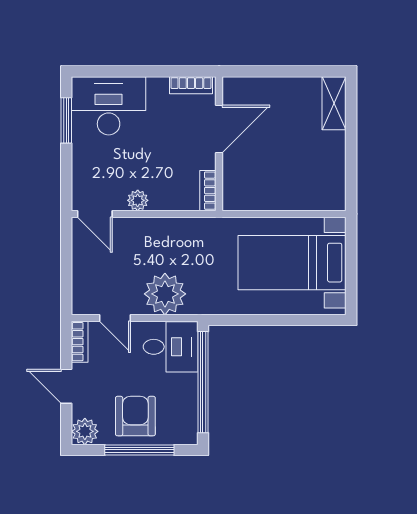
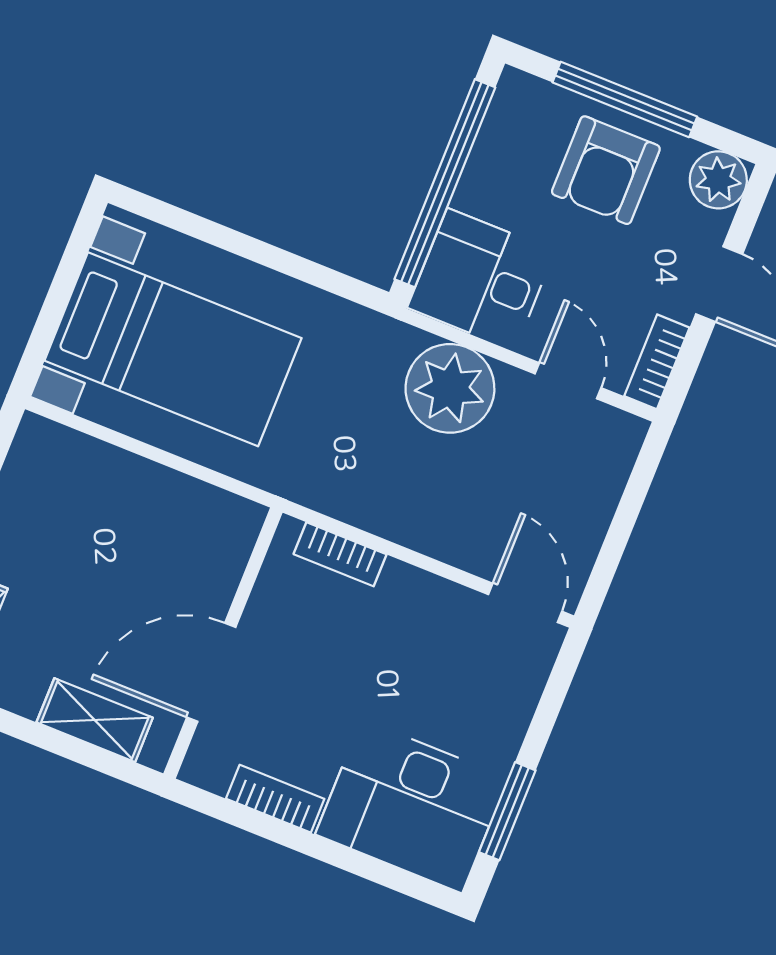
bookcase: (191, 85) -> (275, 799), moved
shelving: (261, 88) -> (95, 720), added
bookcase: (208, 191) -> (340, 554), moved, turned 90
plant: (138, 200) -> (429, 596), removed

